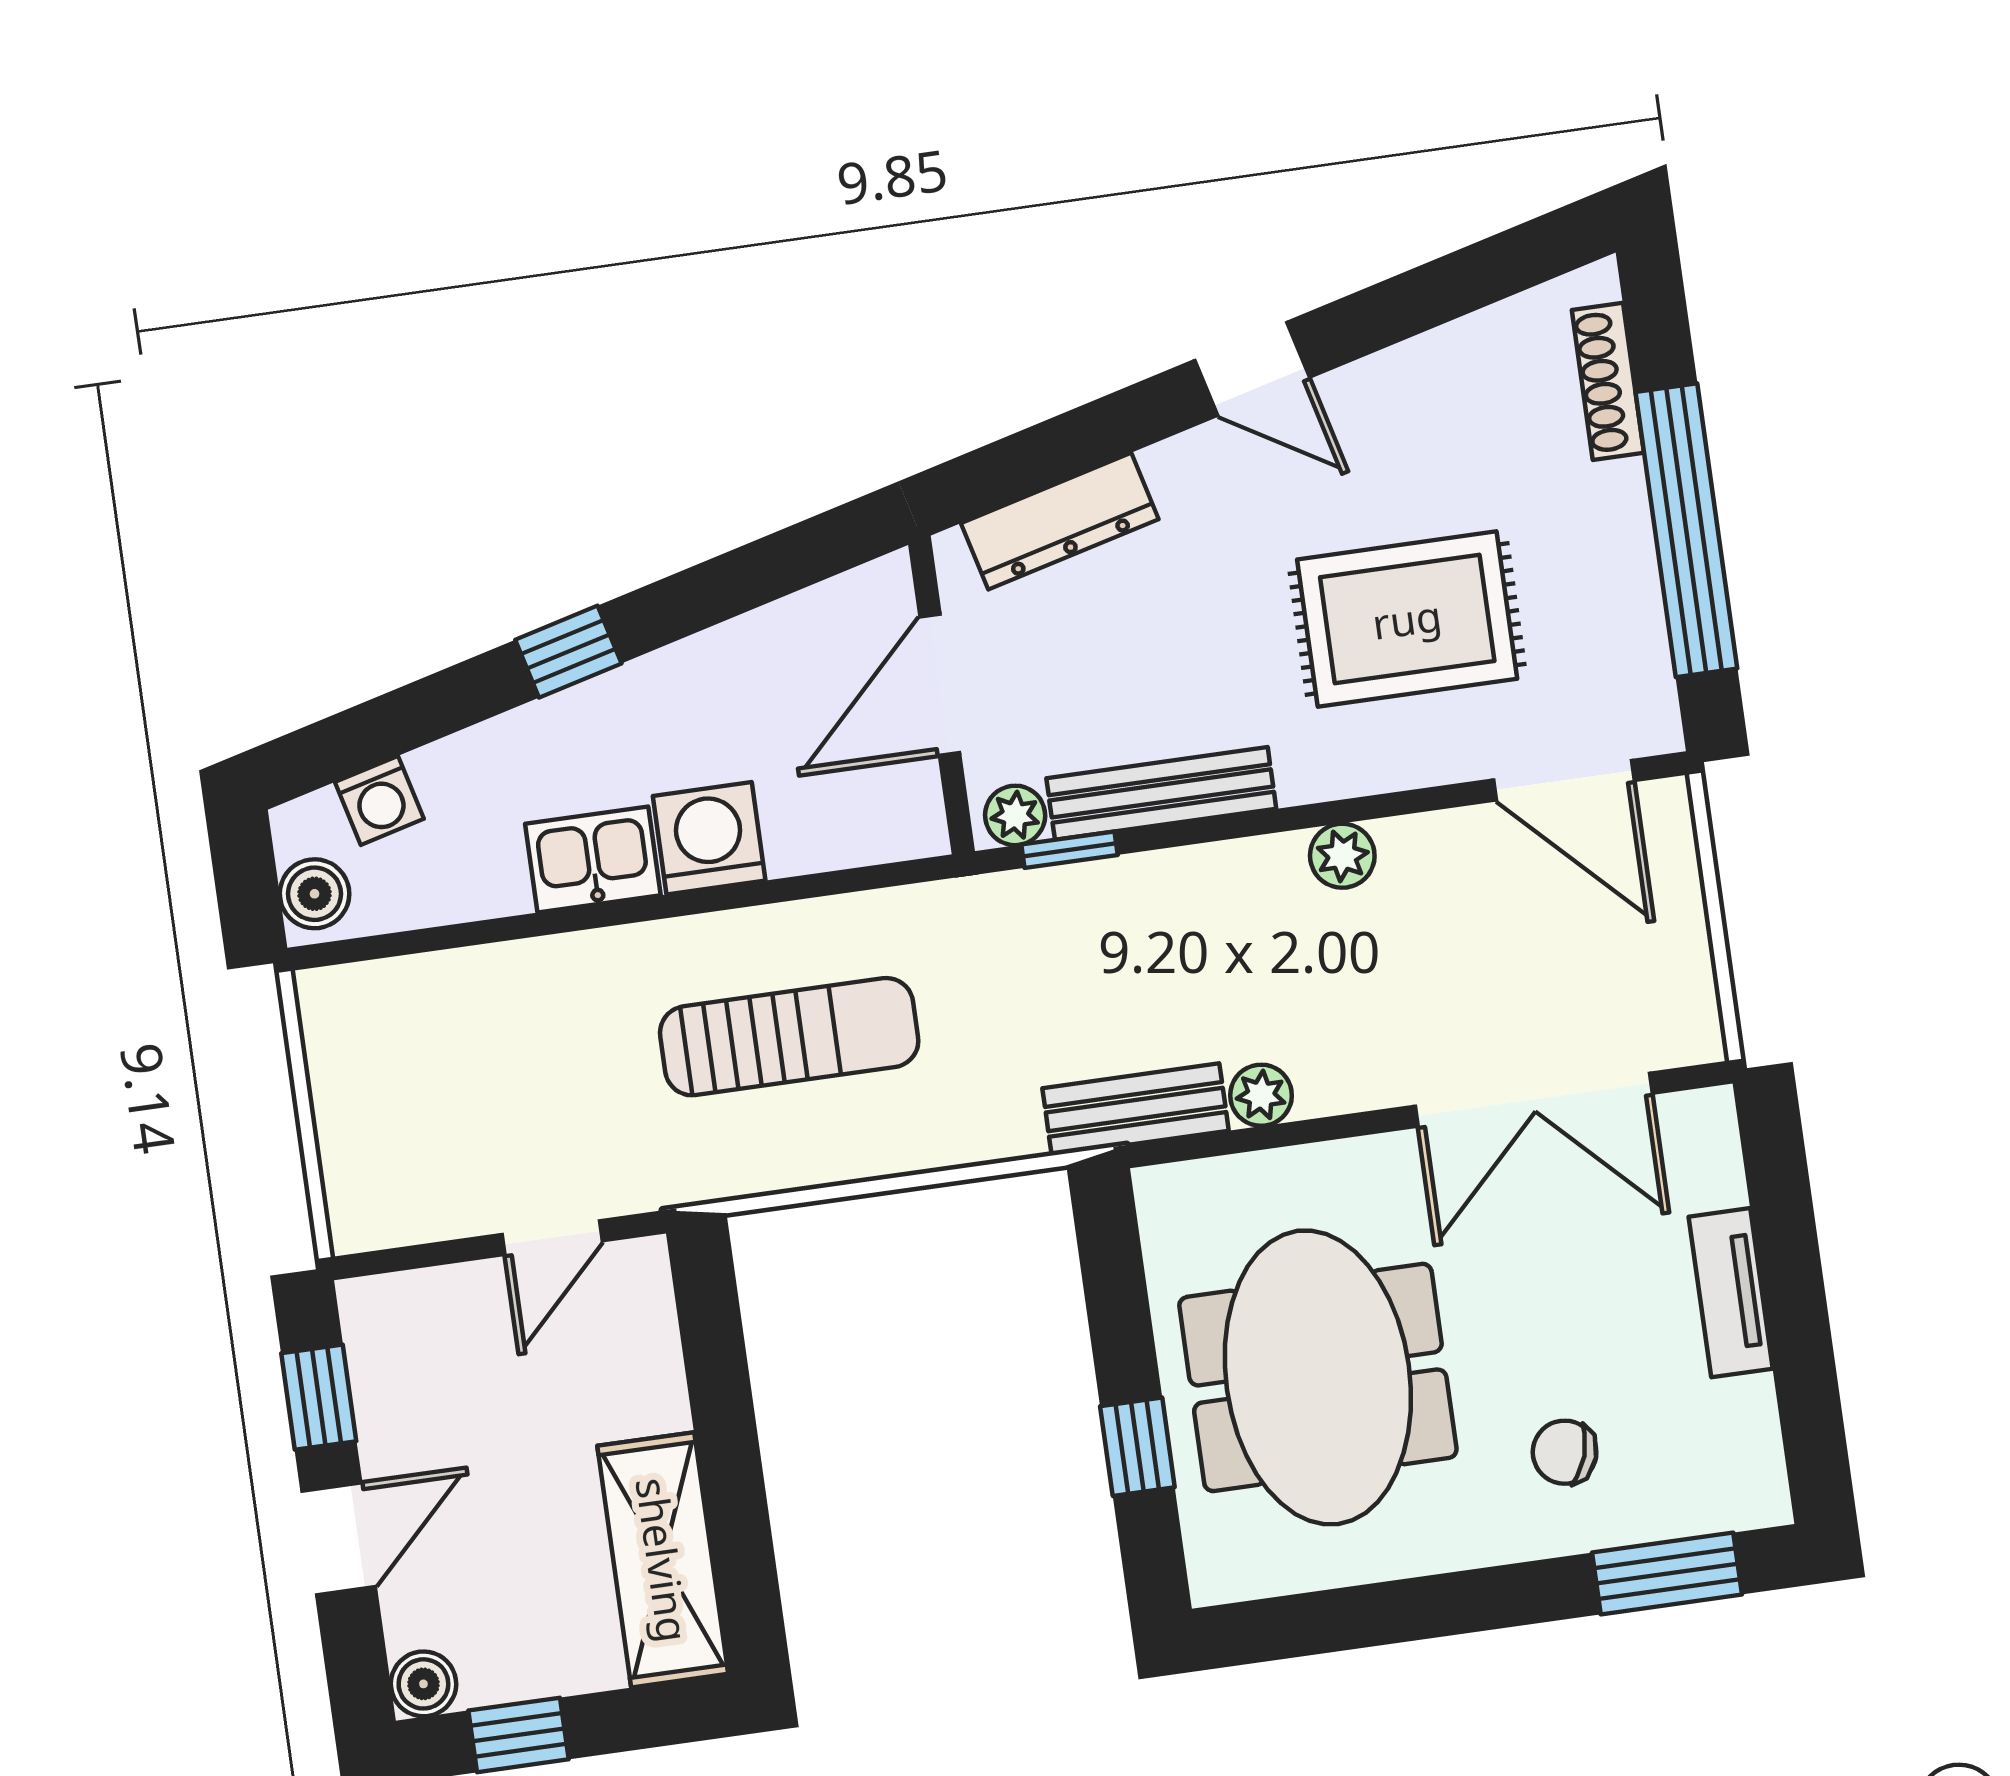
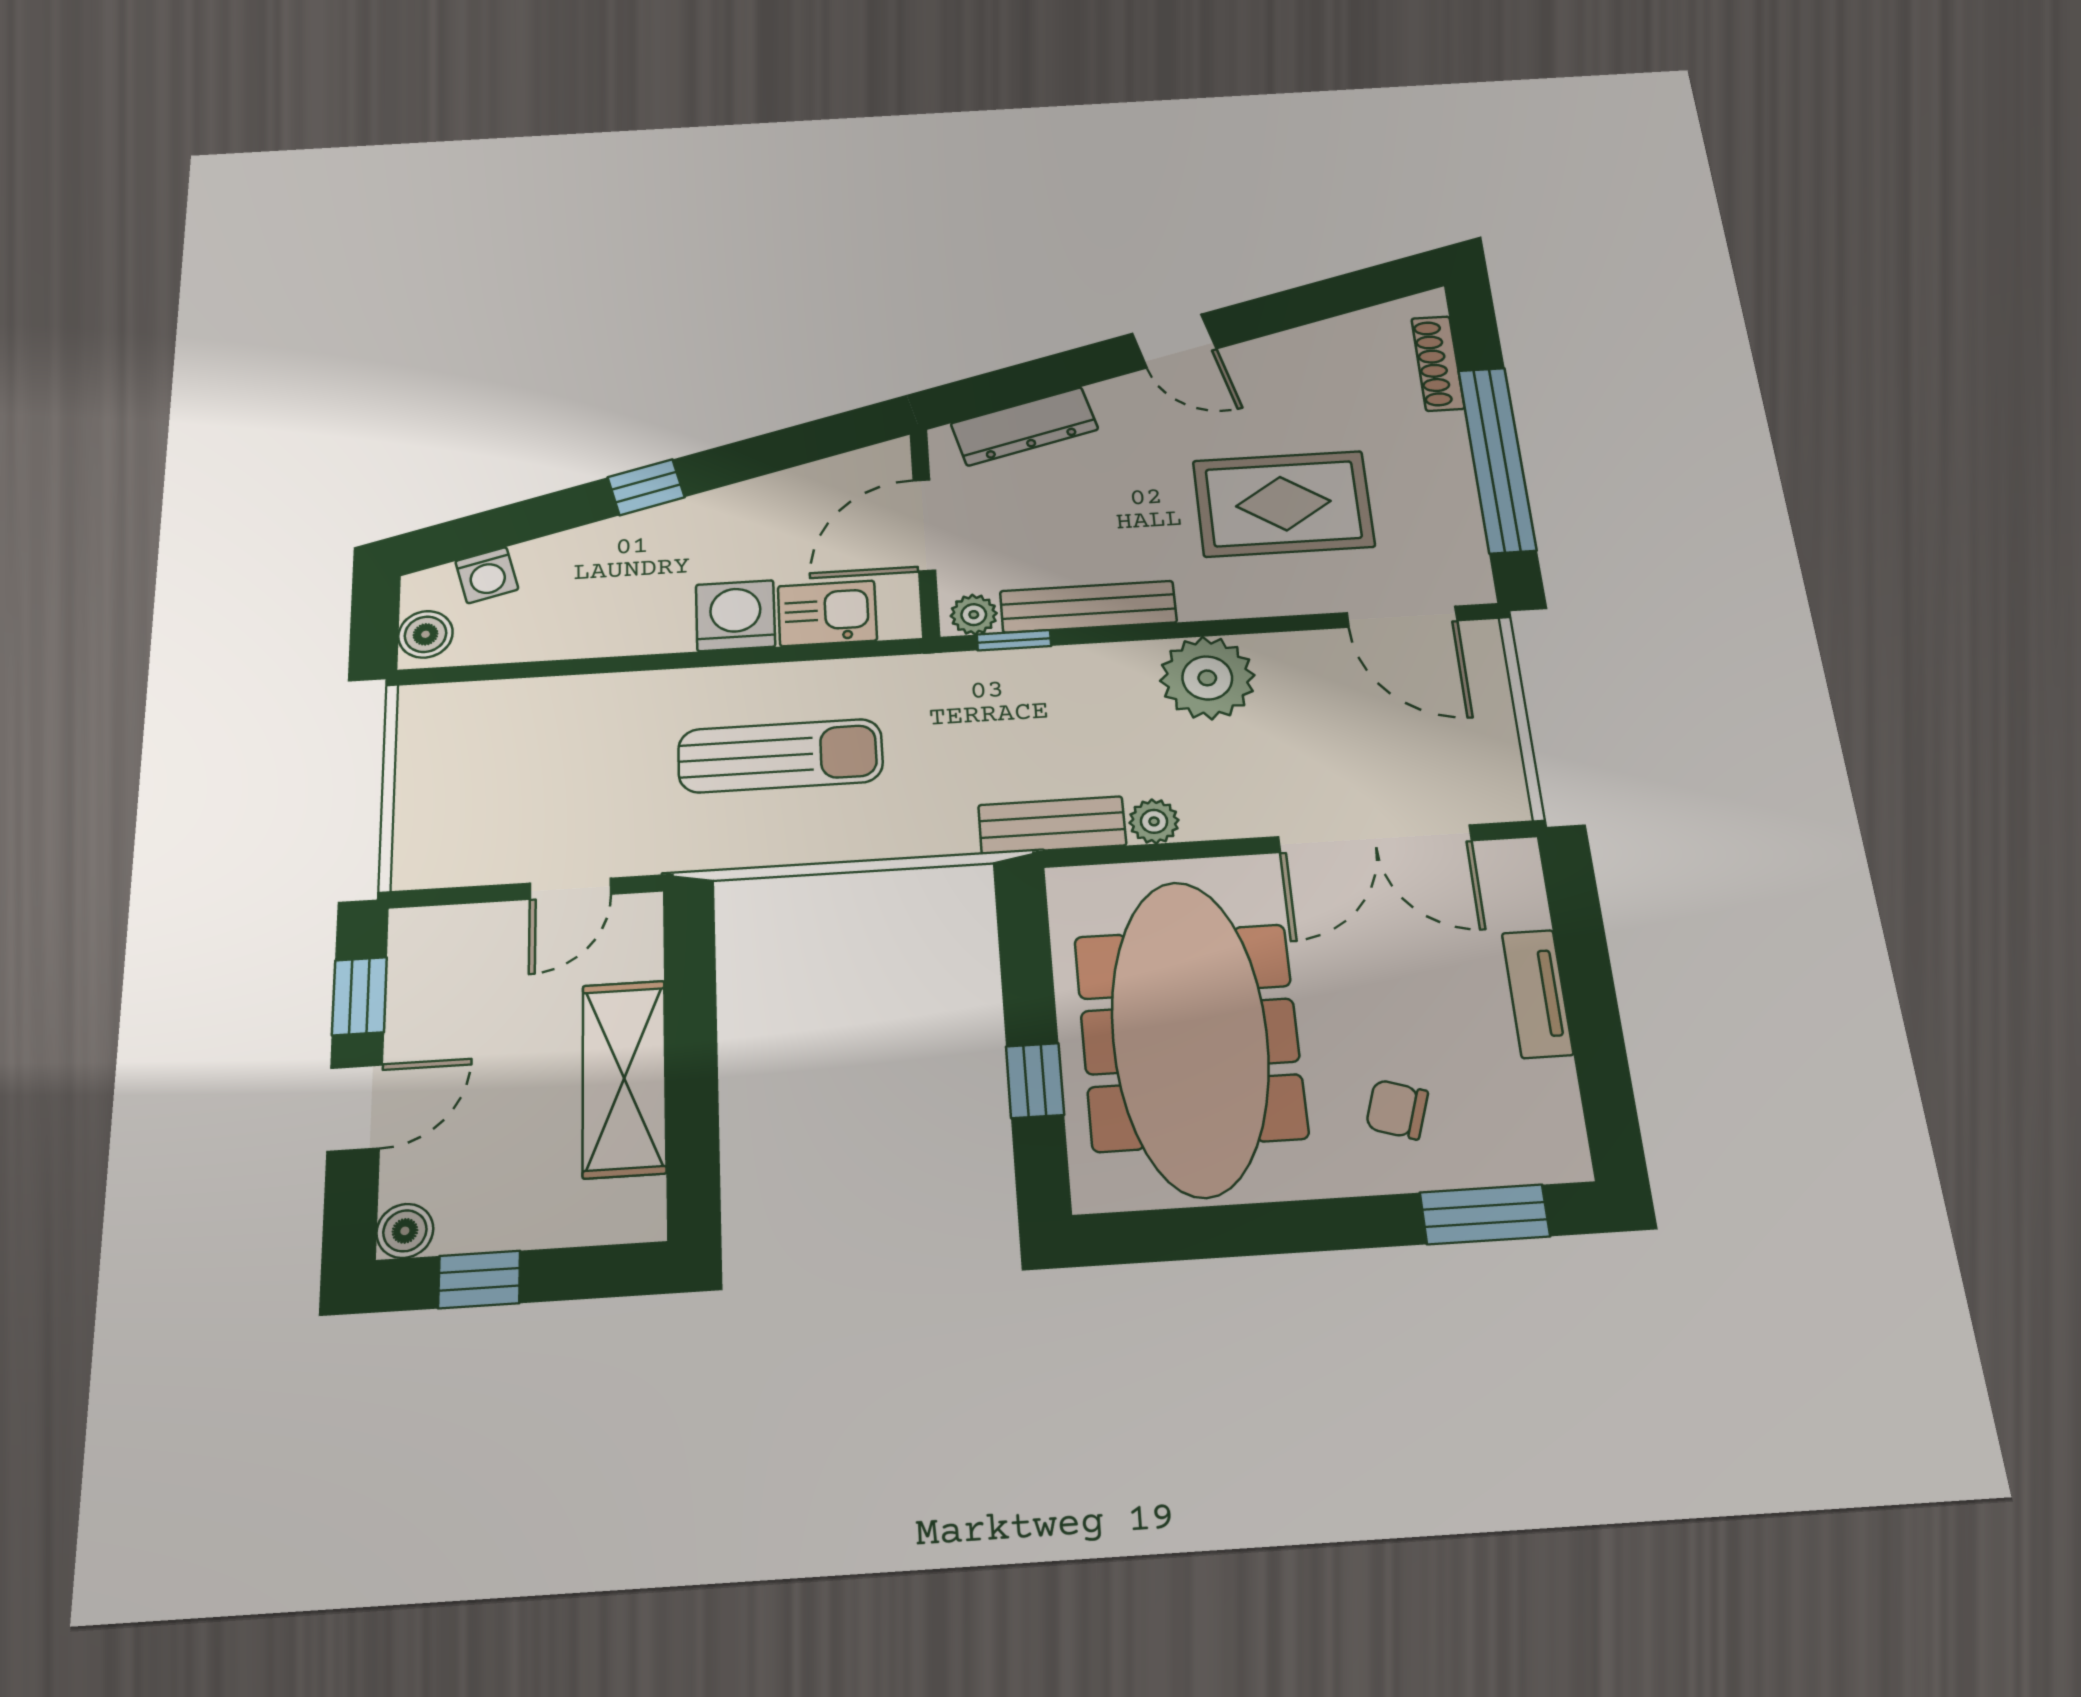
plant: (1342, 856) -> (1207, 678), width x1.88, depth x1.88
kitchen sink: (593, 859) -> (827, 613), moved
meeting table: (1318, 1377) -> (1190, 1036), width x1.36
shelving: (663, 1560) -> (624, 1078), moved

